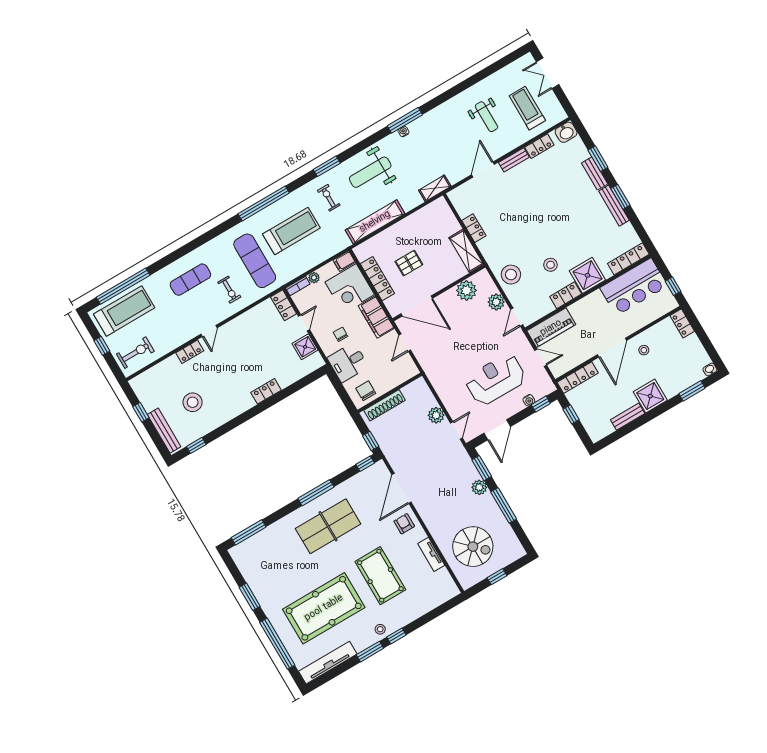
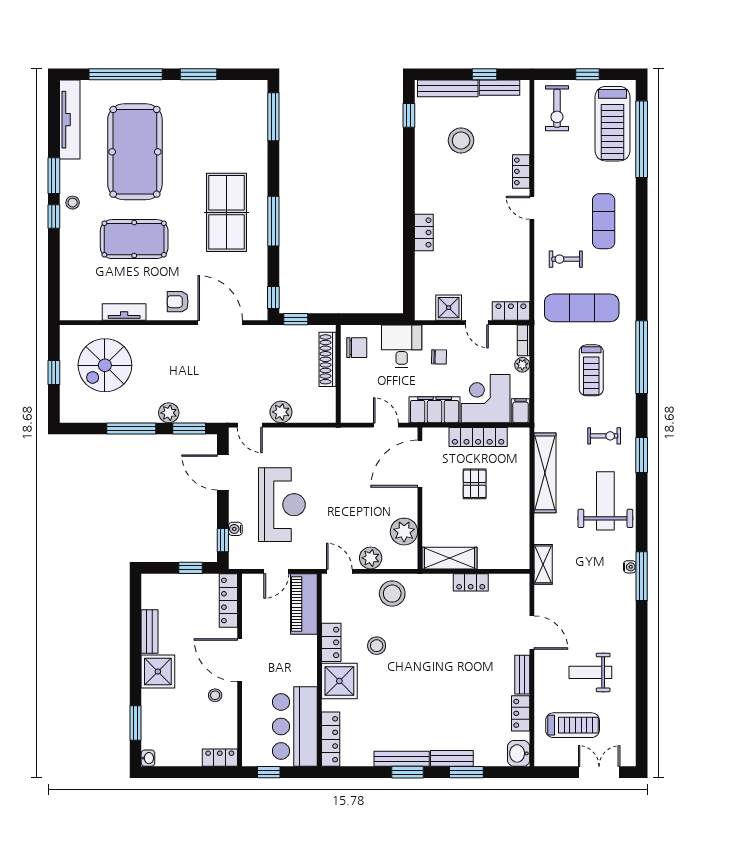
treadmill: (291, 231) -> (591, 370), width x0.73, depth x0.73
bench: (144, 398) -> (499, 88), added
armchair: (404, 524) -> (178, 302), turned 180

